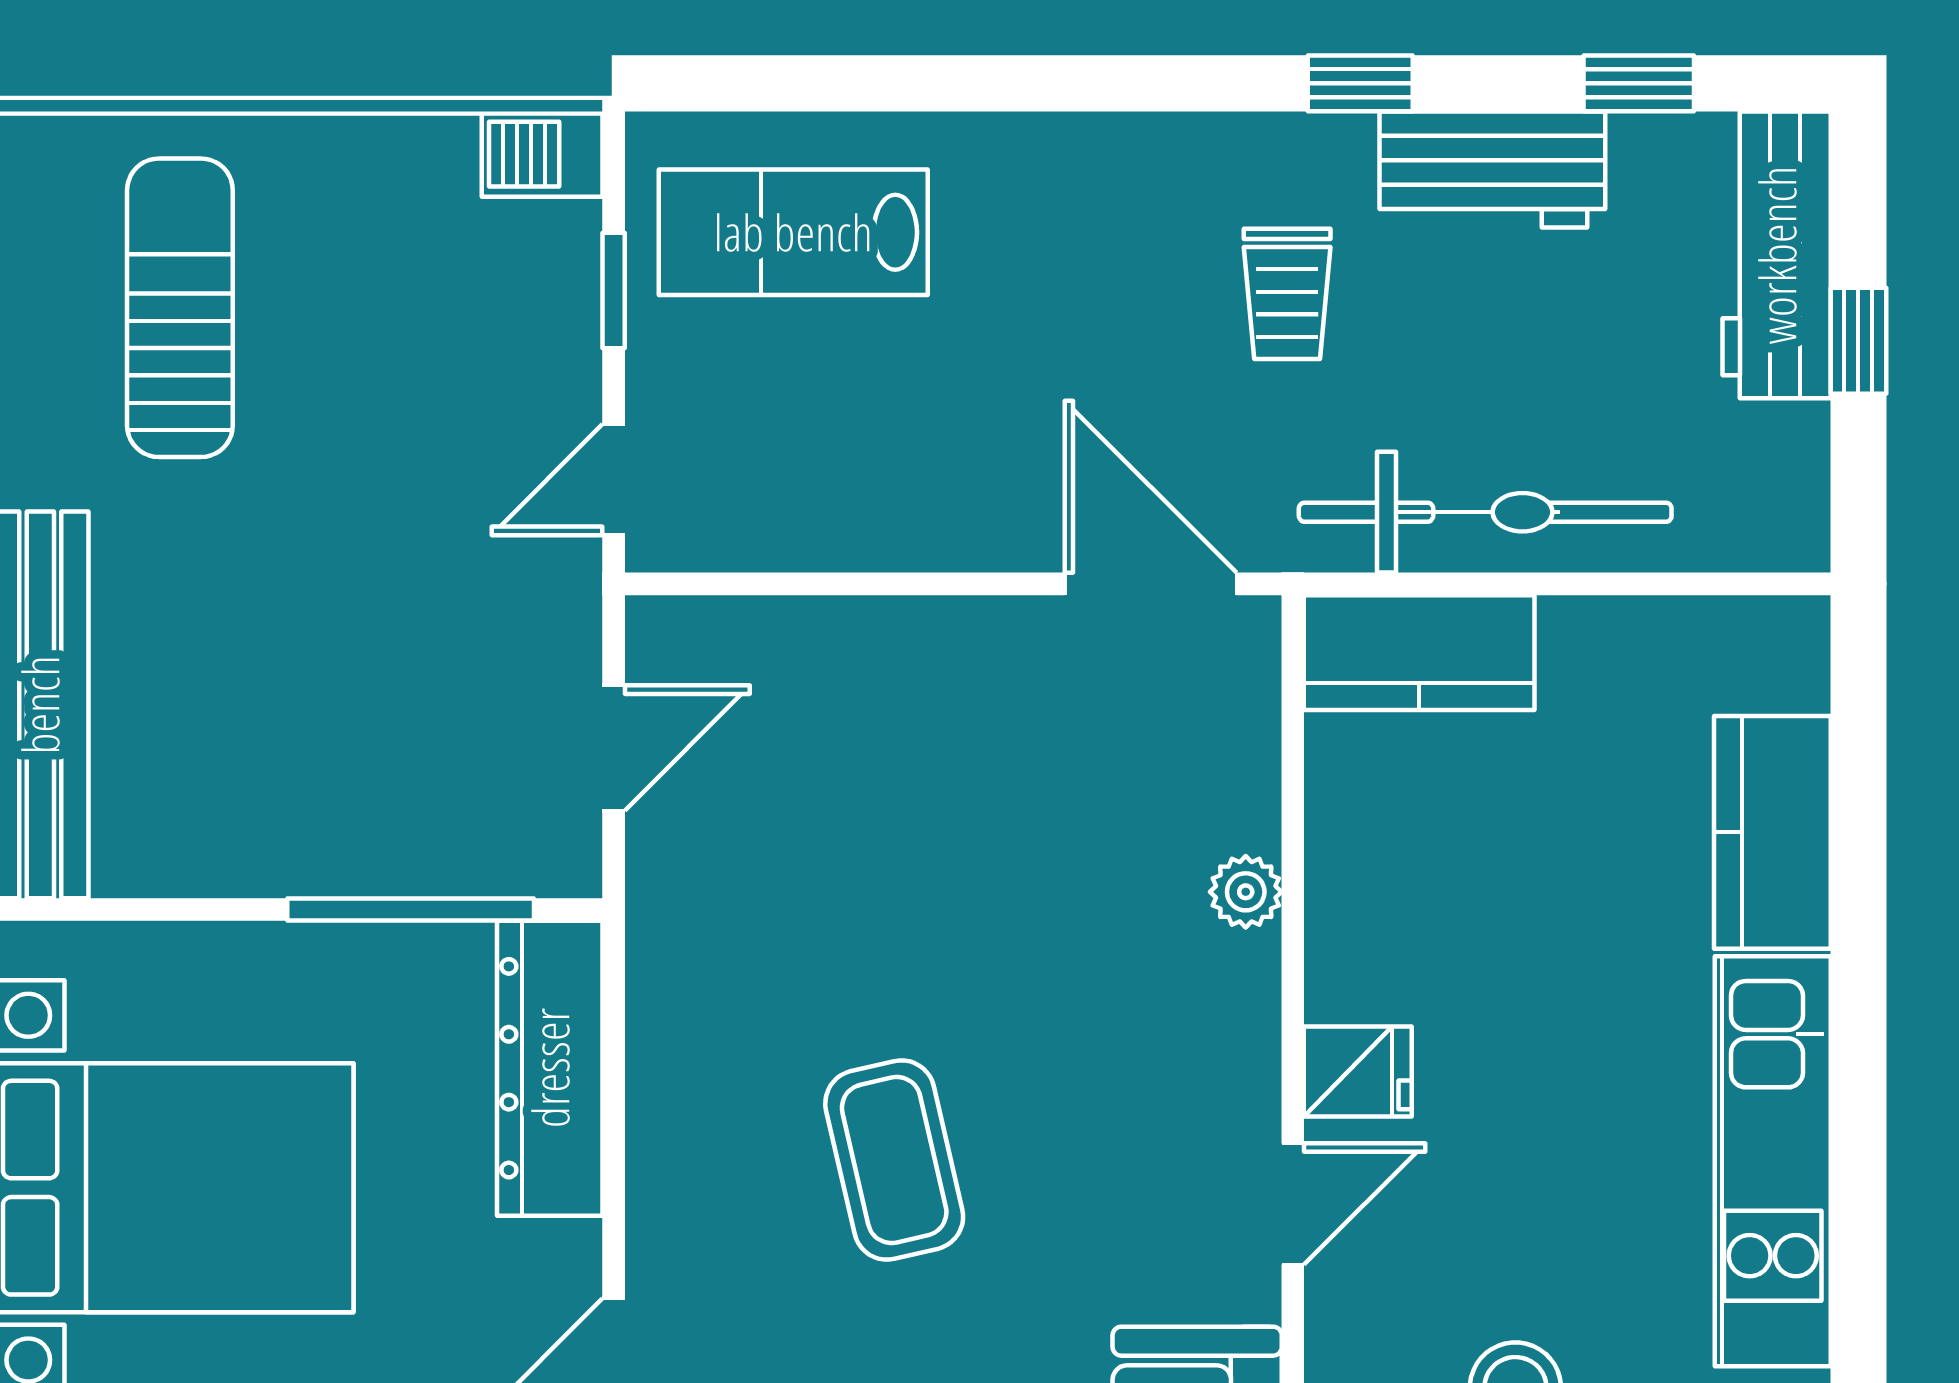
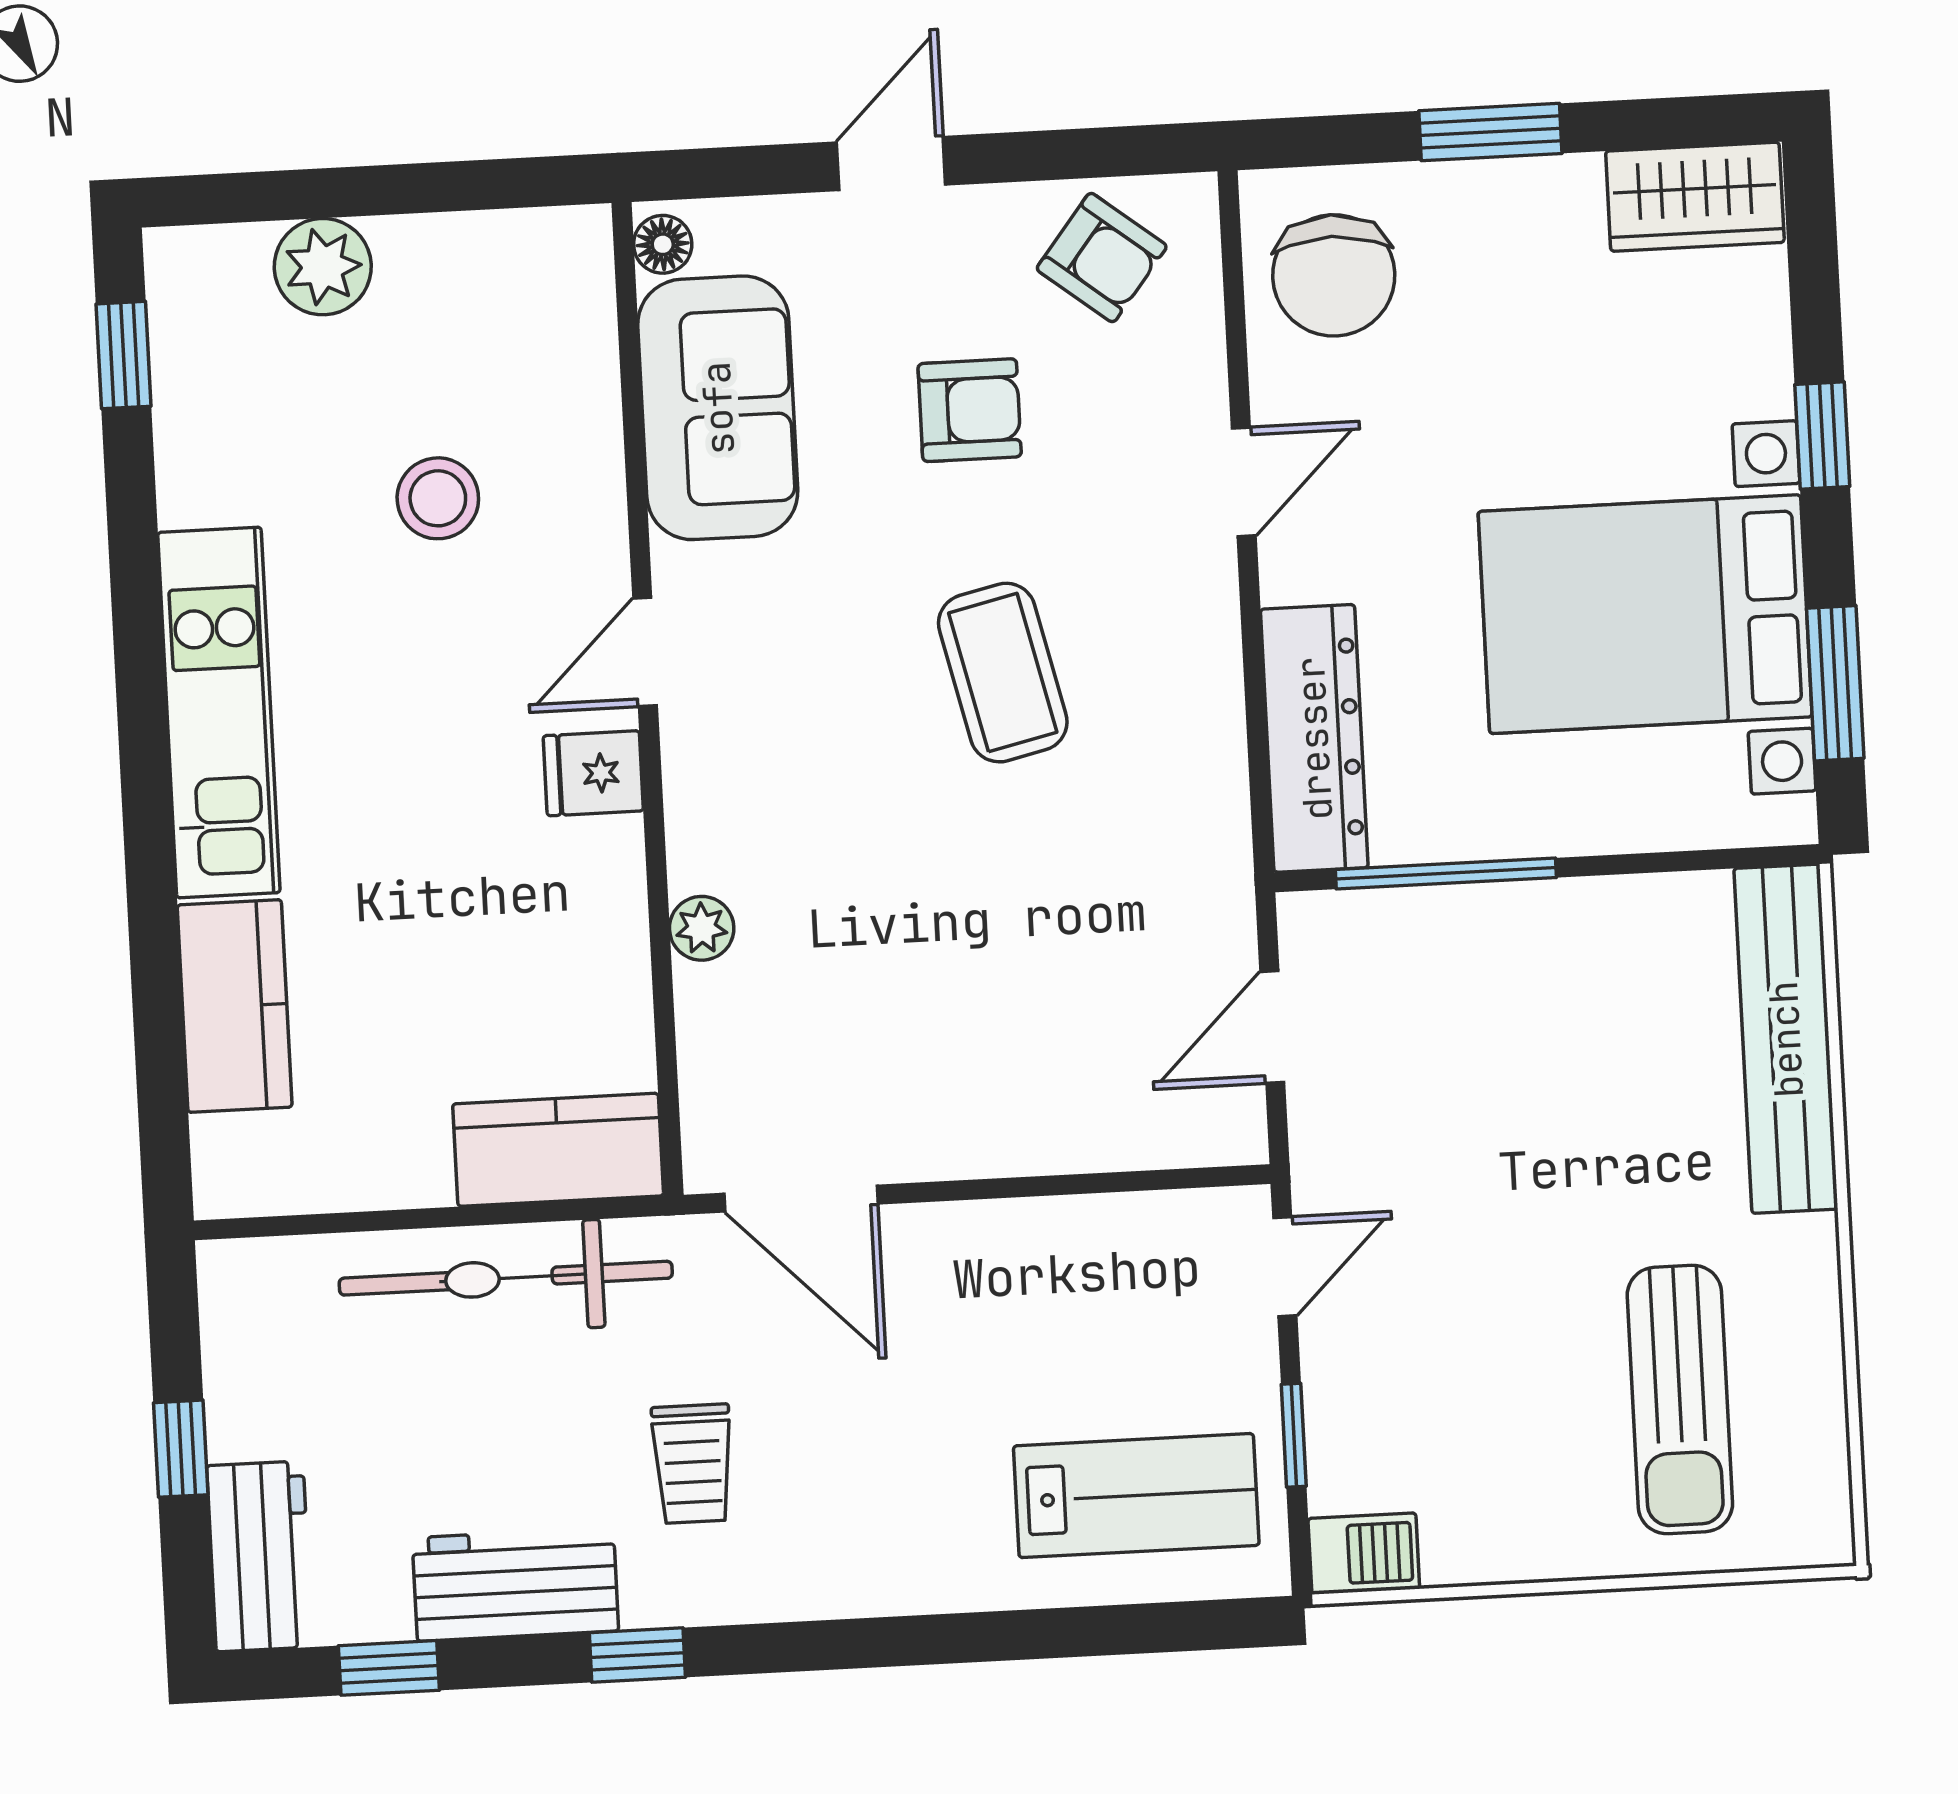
workbench: (1777, 255) -> (260, 1556), width x0.73
trolley: (1287, 294) -> (693, 1464), turned 180

